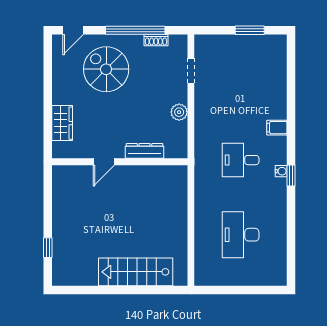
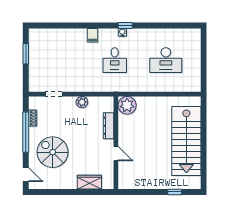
spiral stairs: (106, 69) -> (53, 152), turned 90
plant: (174, 178) -> (127, 105), added
stairs: (136, 272) -> (186, 141), width x1.36, depth x1.51

